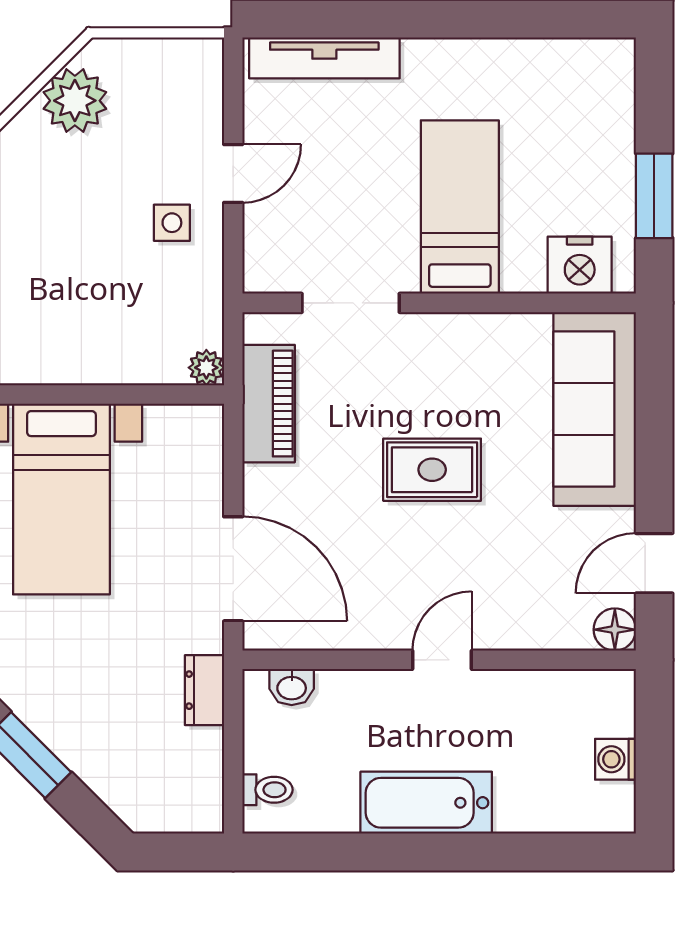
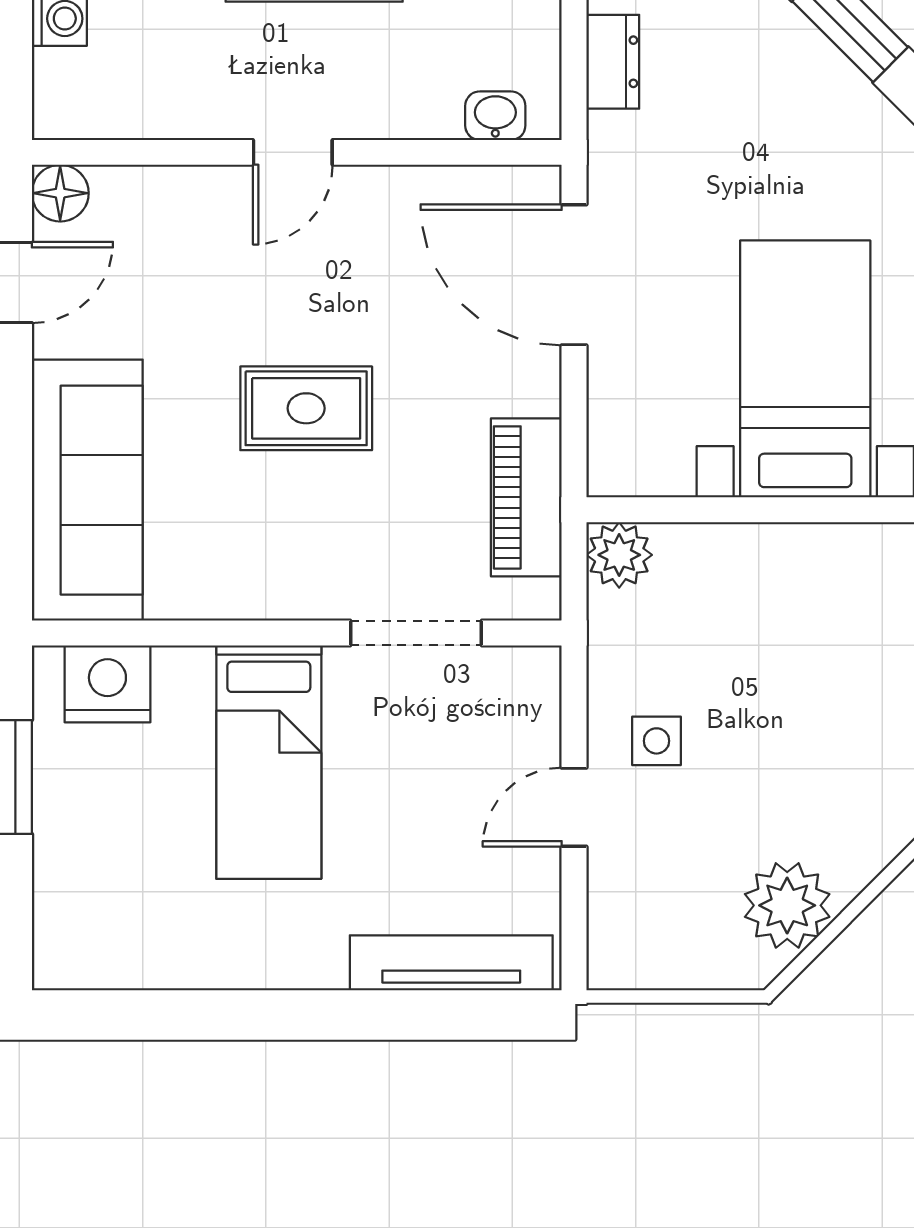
plant: (206, 368) -> (619, 555), width x1.38, depth x1.38
dresser: (204, 690) -> (613, 62), moved

